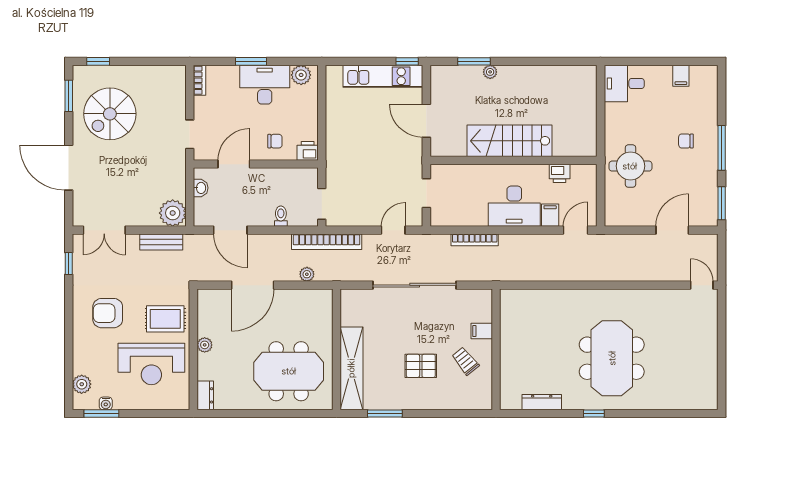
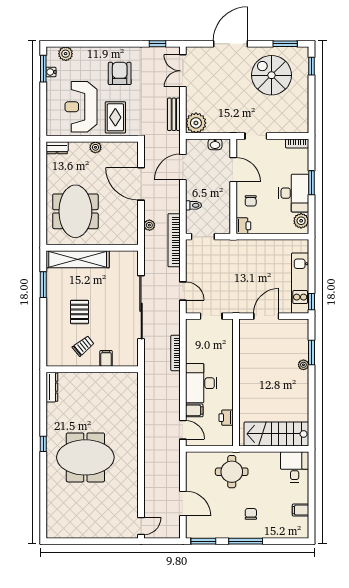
stairs: (509, 141) -> (276, 434), moved, turned -90
dresser: (542, 402) -> (52, 387), moved

